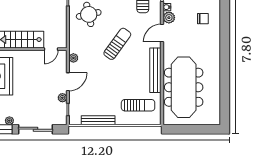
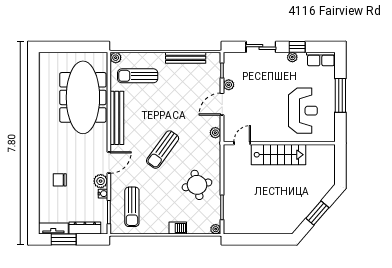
plant: (156, 120) -> (116, 58), added
sliding door: (36, 129) -> (261, 47), width x0.73

